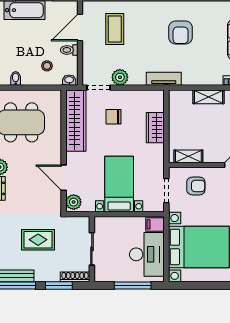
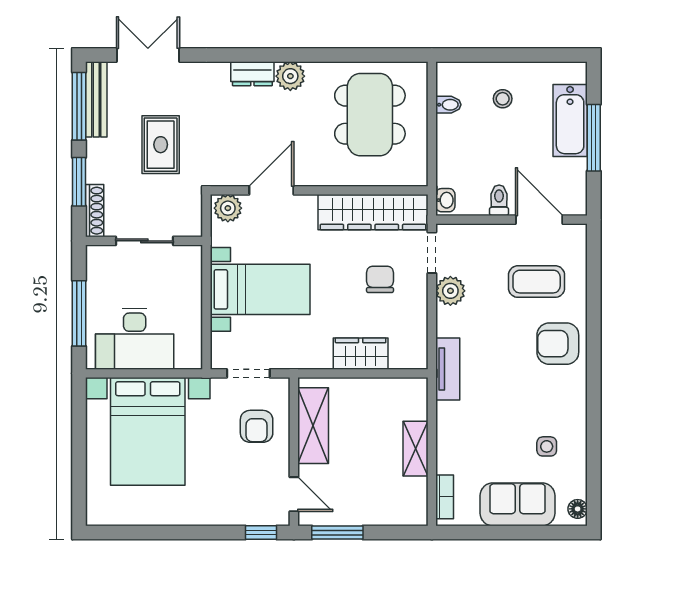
side table: (207, 23) -> (547, 446), added
armchair: (181, 32) -> (558, 344), moved
stool: (47, 66) -> (503, 99), moved
shelving: (188, 156) -> (313, 426), width x1.50, depth x1.33
filing cabinet: (155, 224) -> (188, 353), removed

